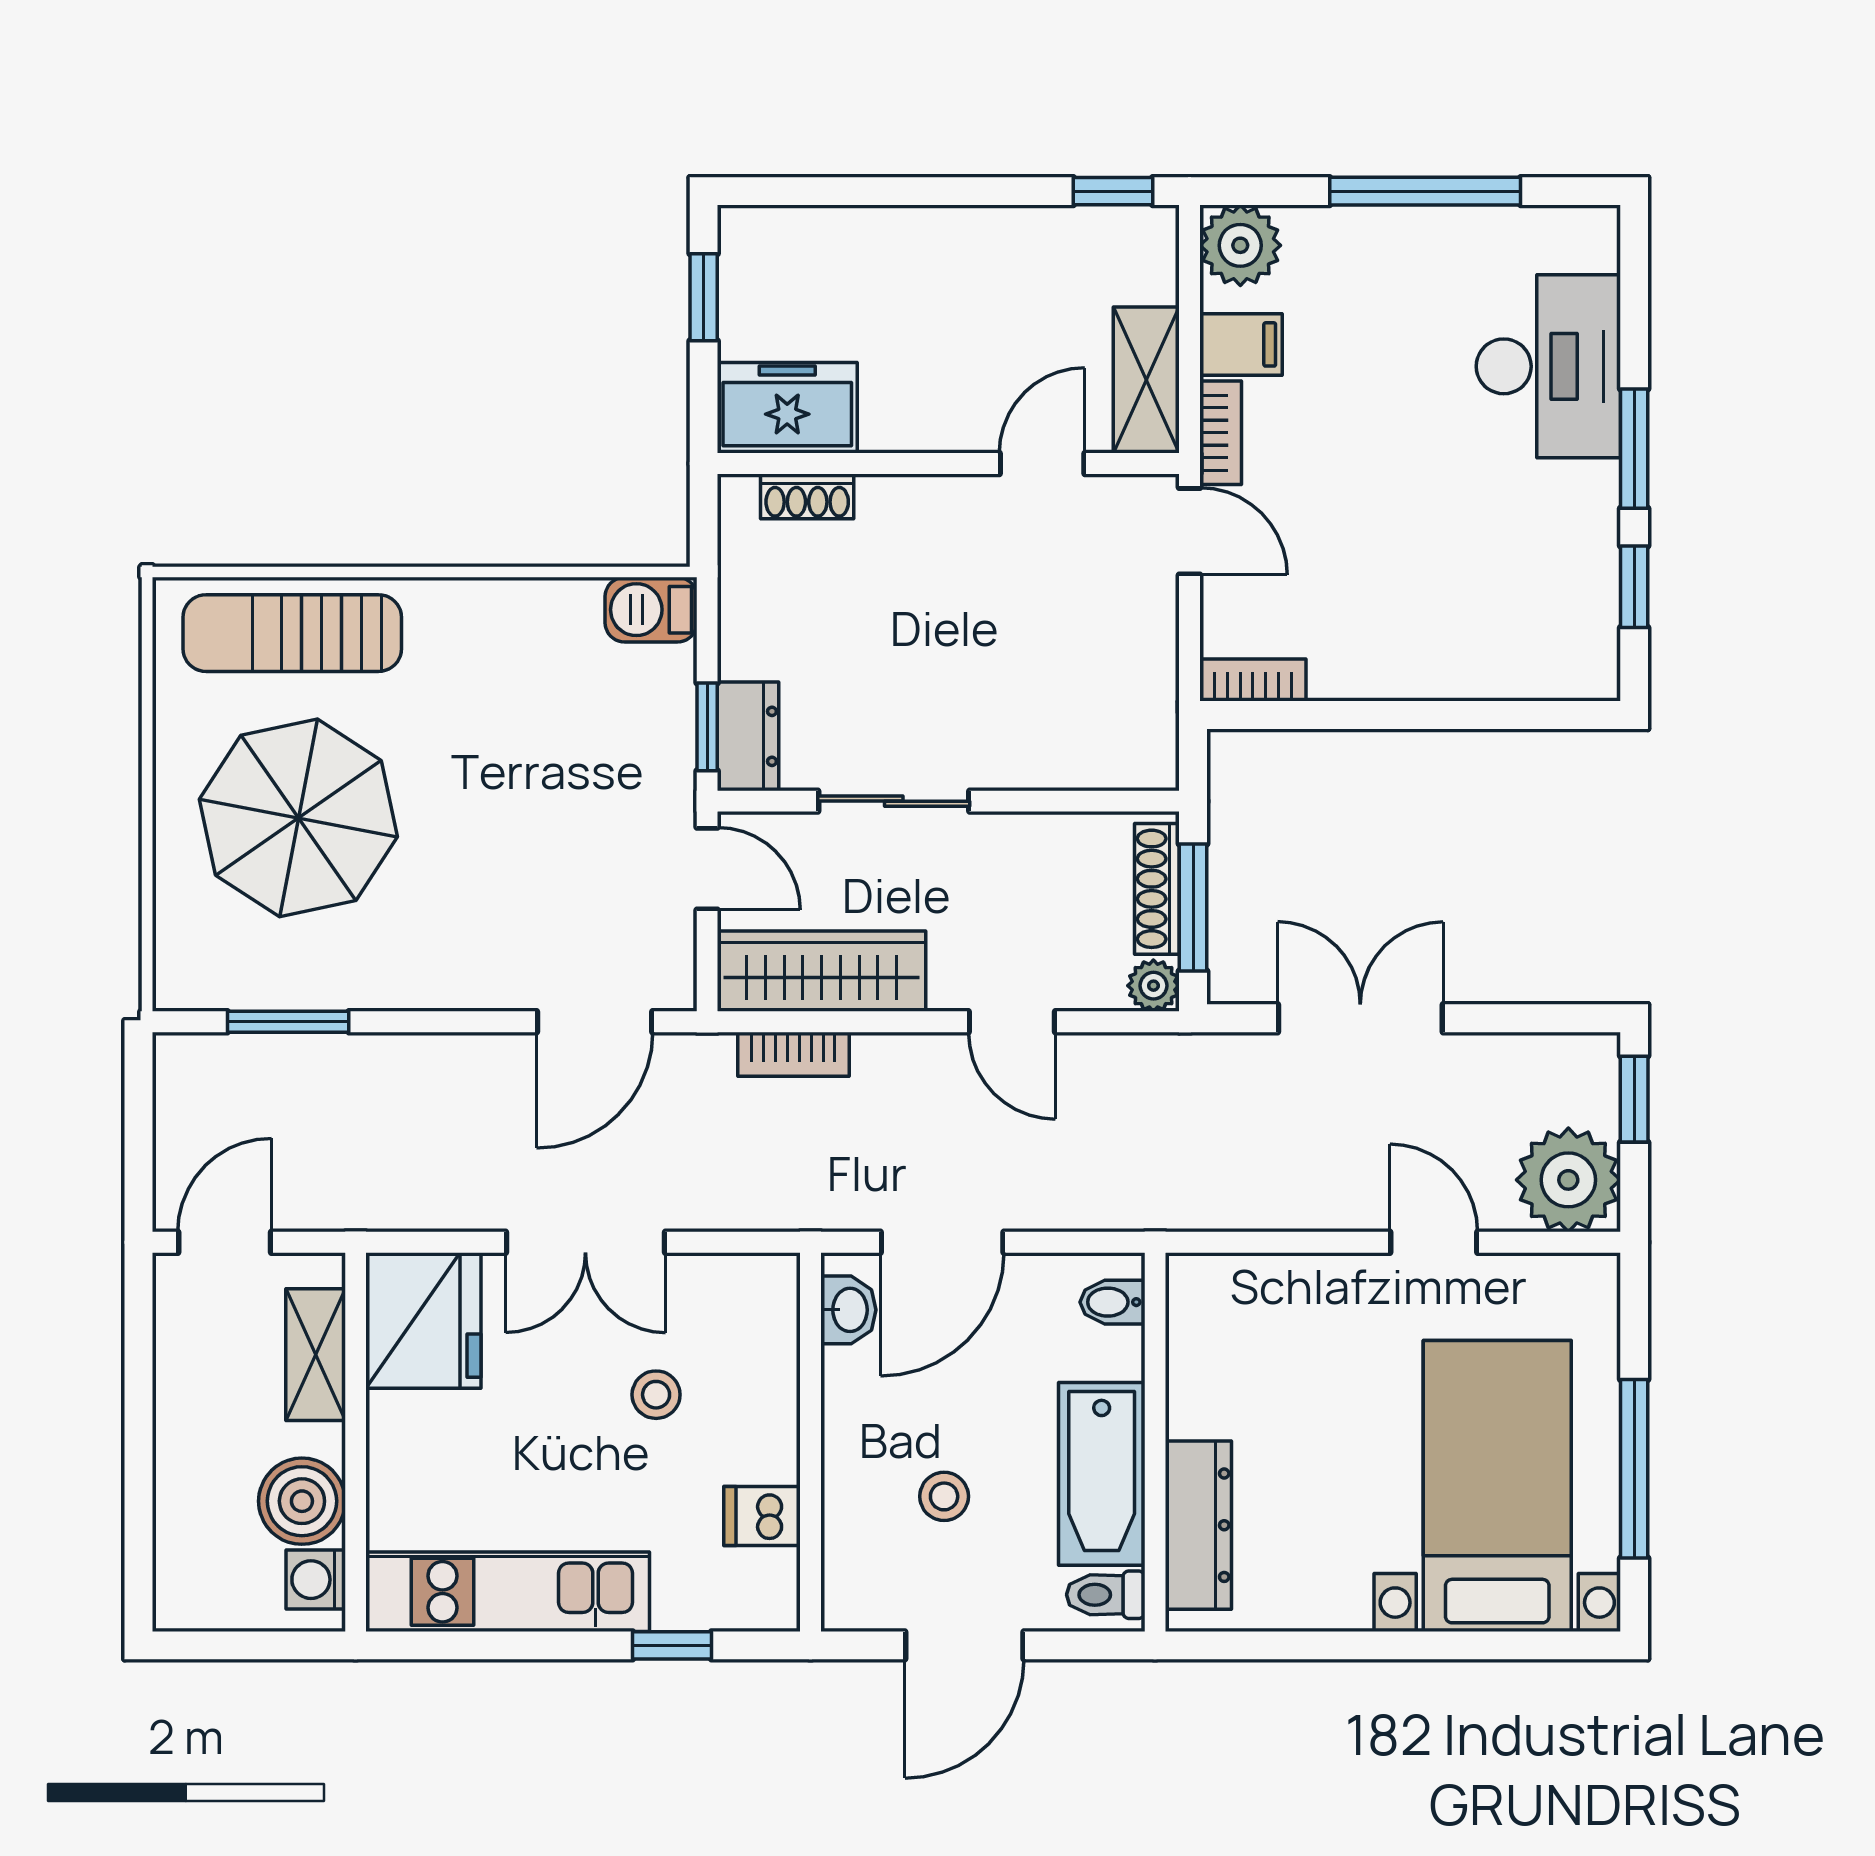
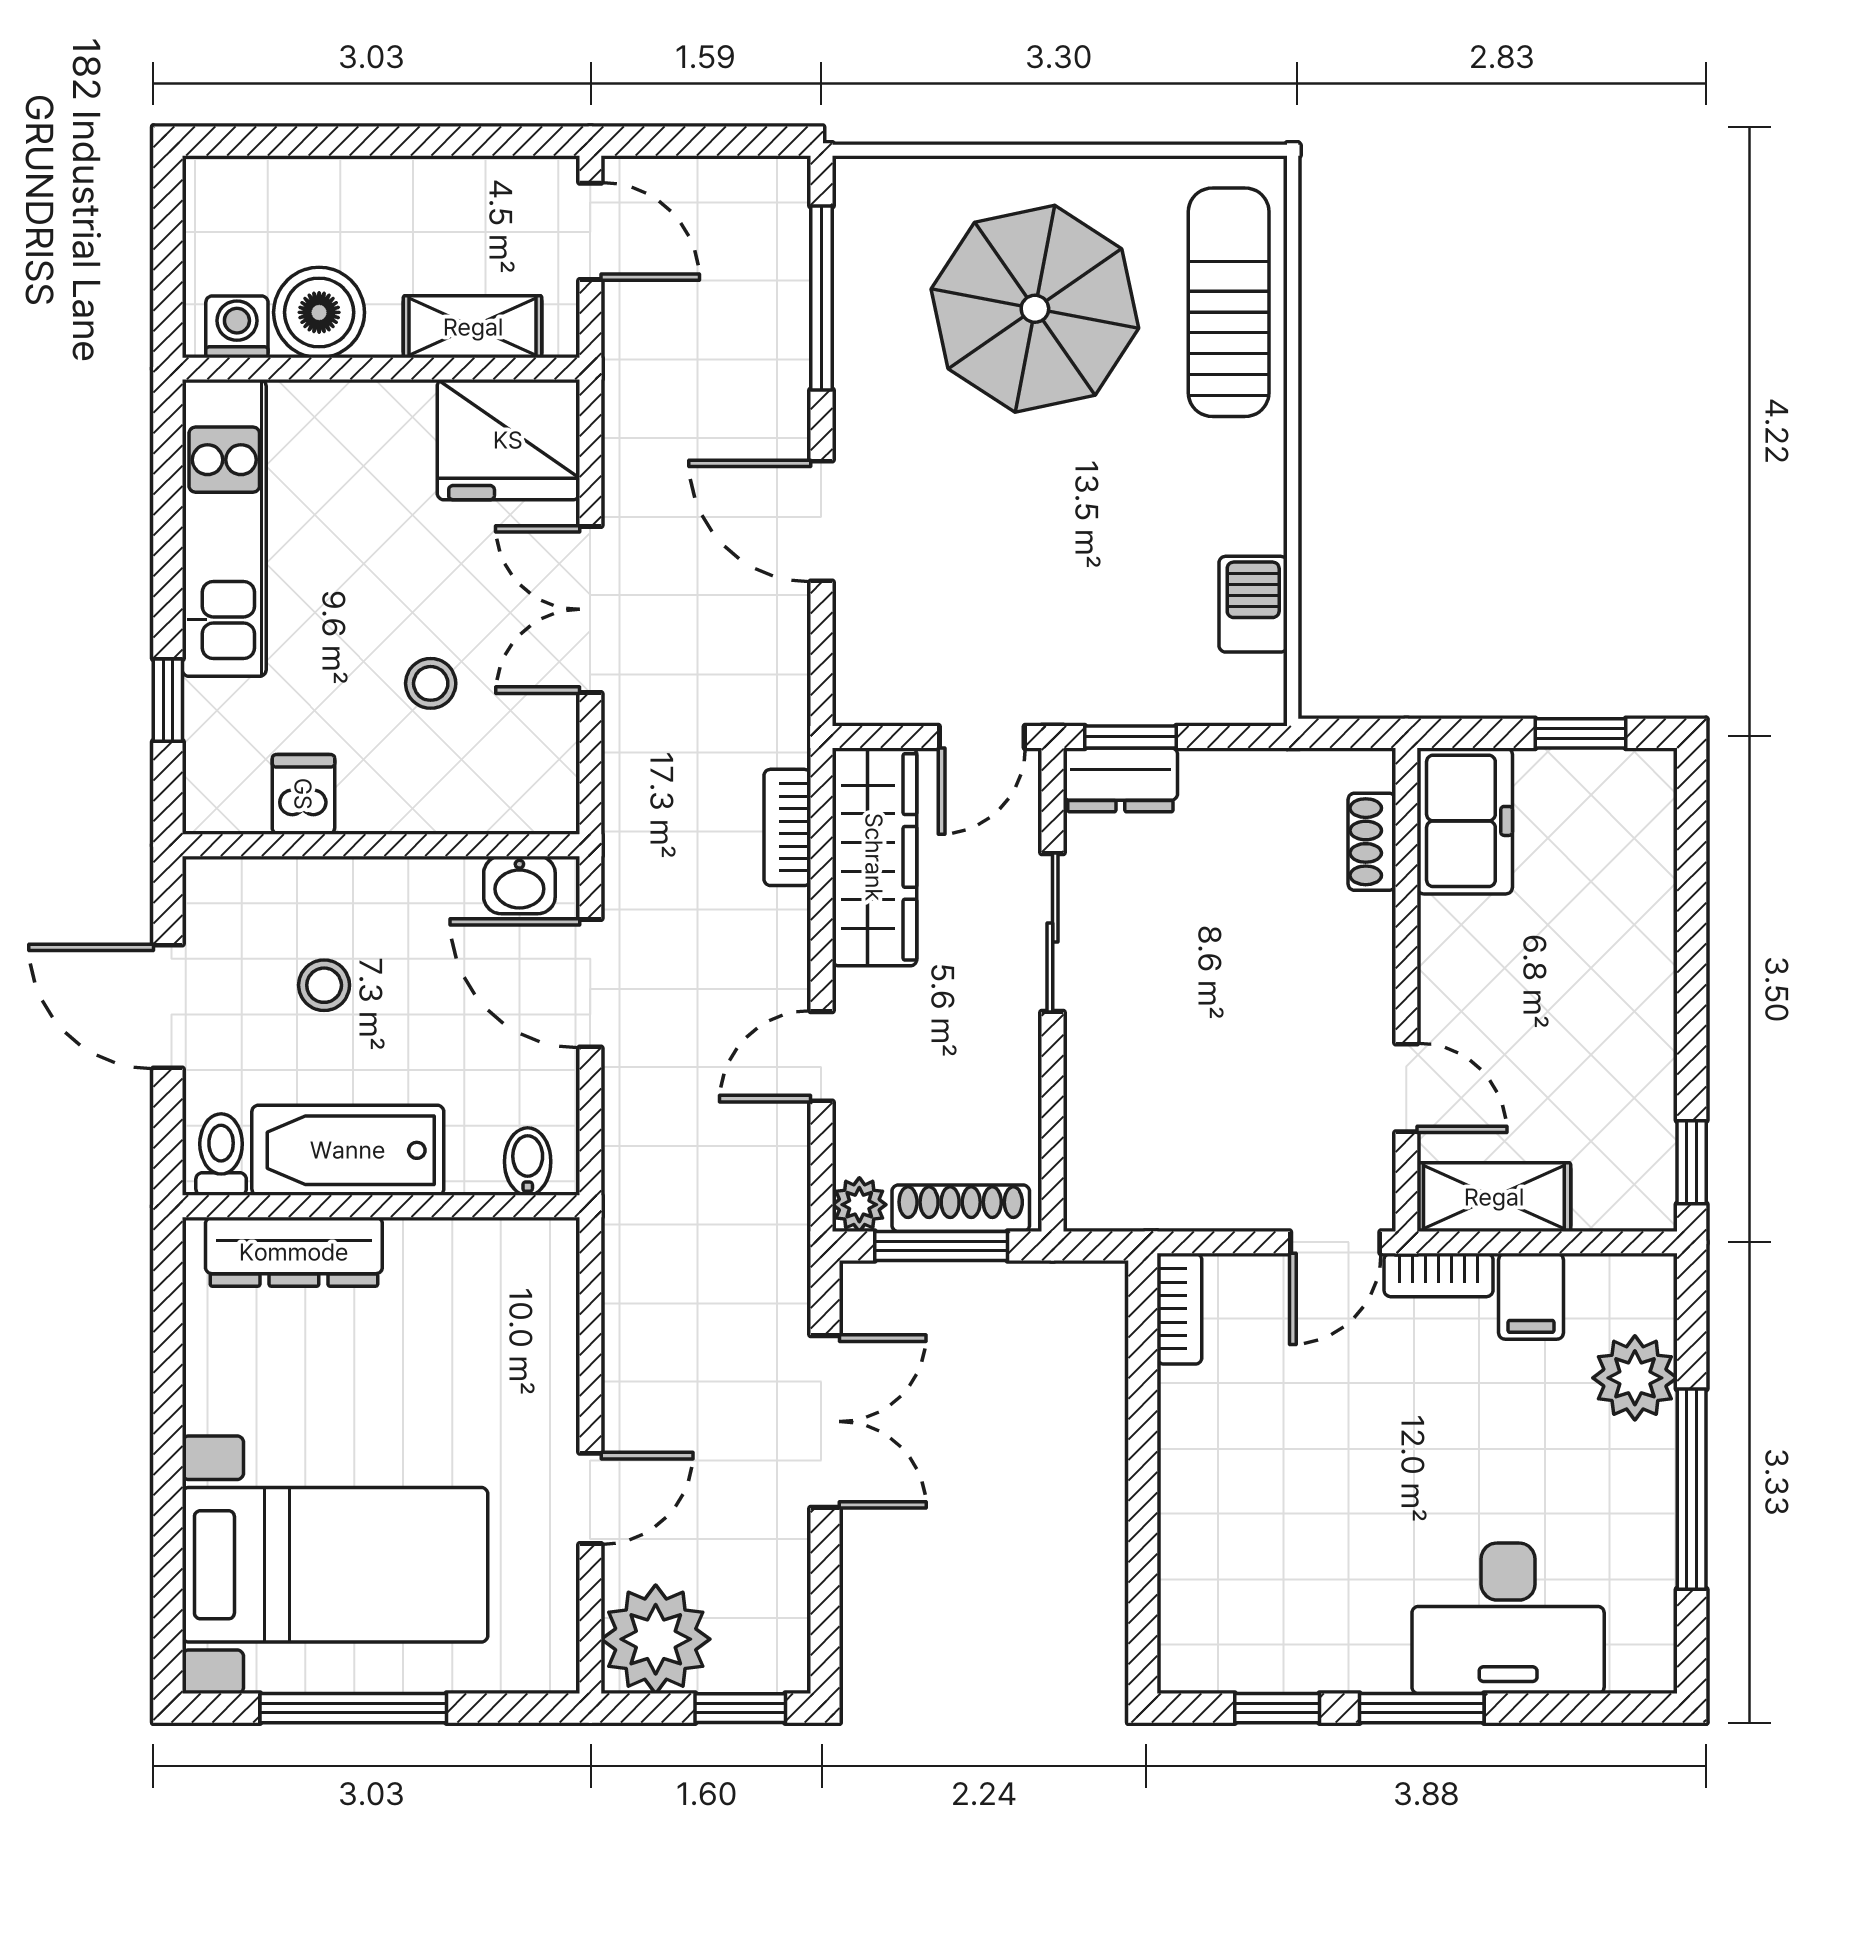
plant: (1240, 245) -> (1635, 1378), moved
barbecue: (651, 610) -> (1253, 604), moved
window: (288, 1022) -> (821, 298), width x1.44
door: (595, 1022) -> (821, 521), moved

